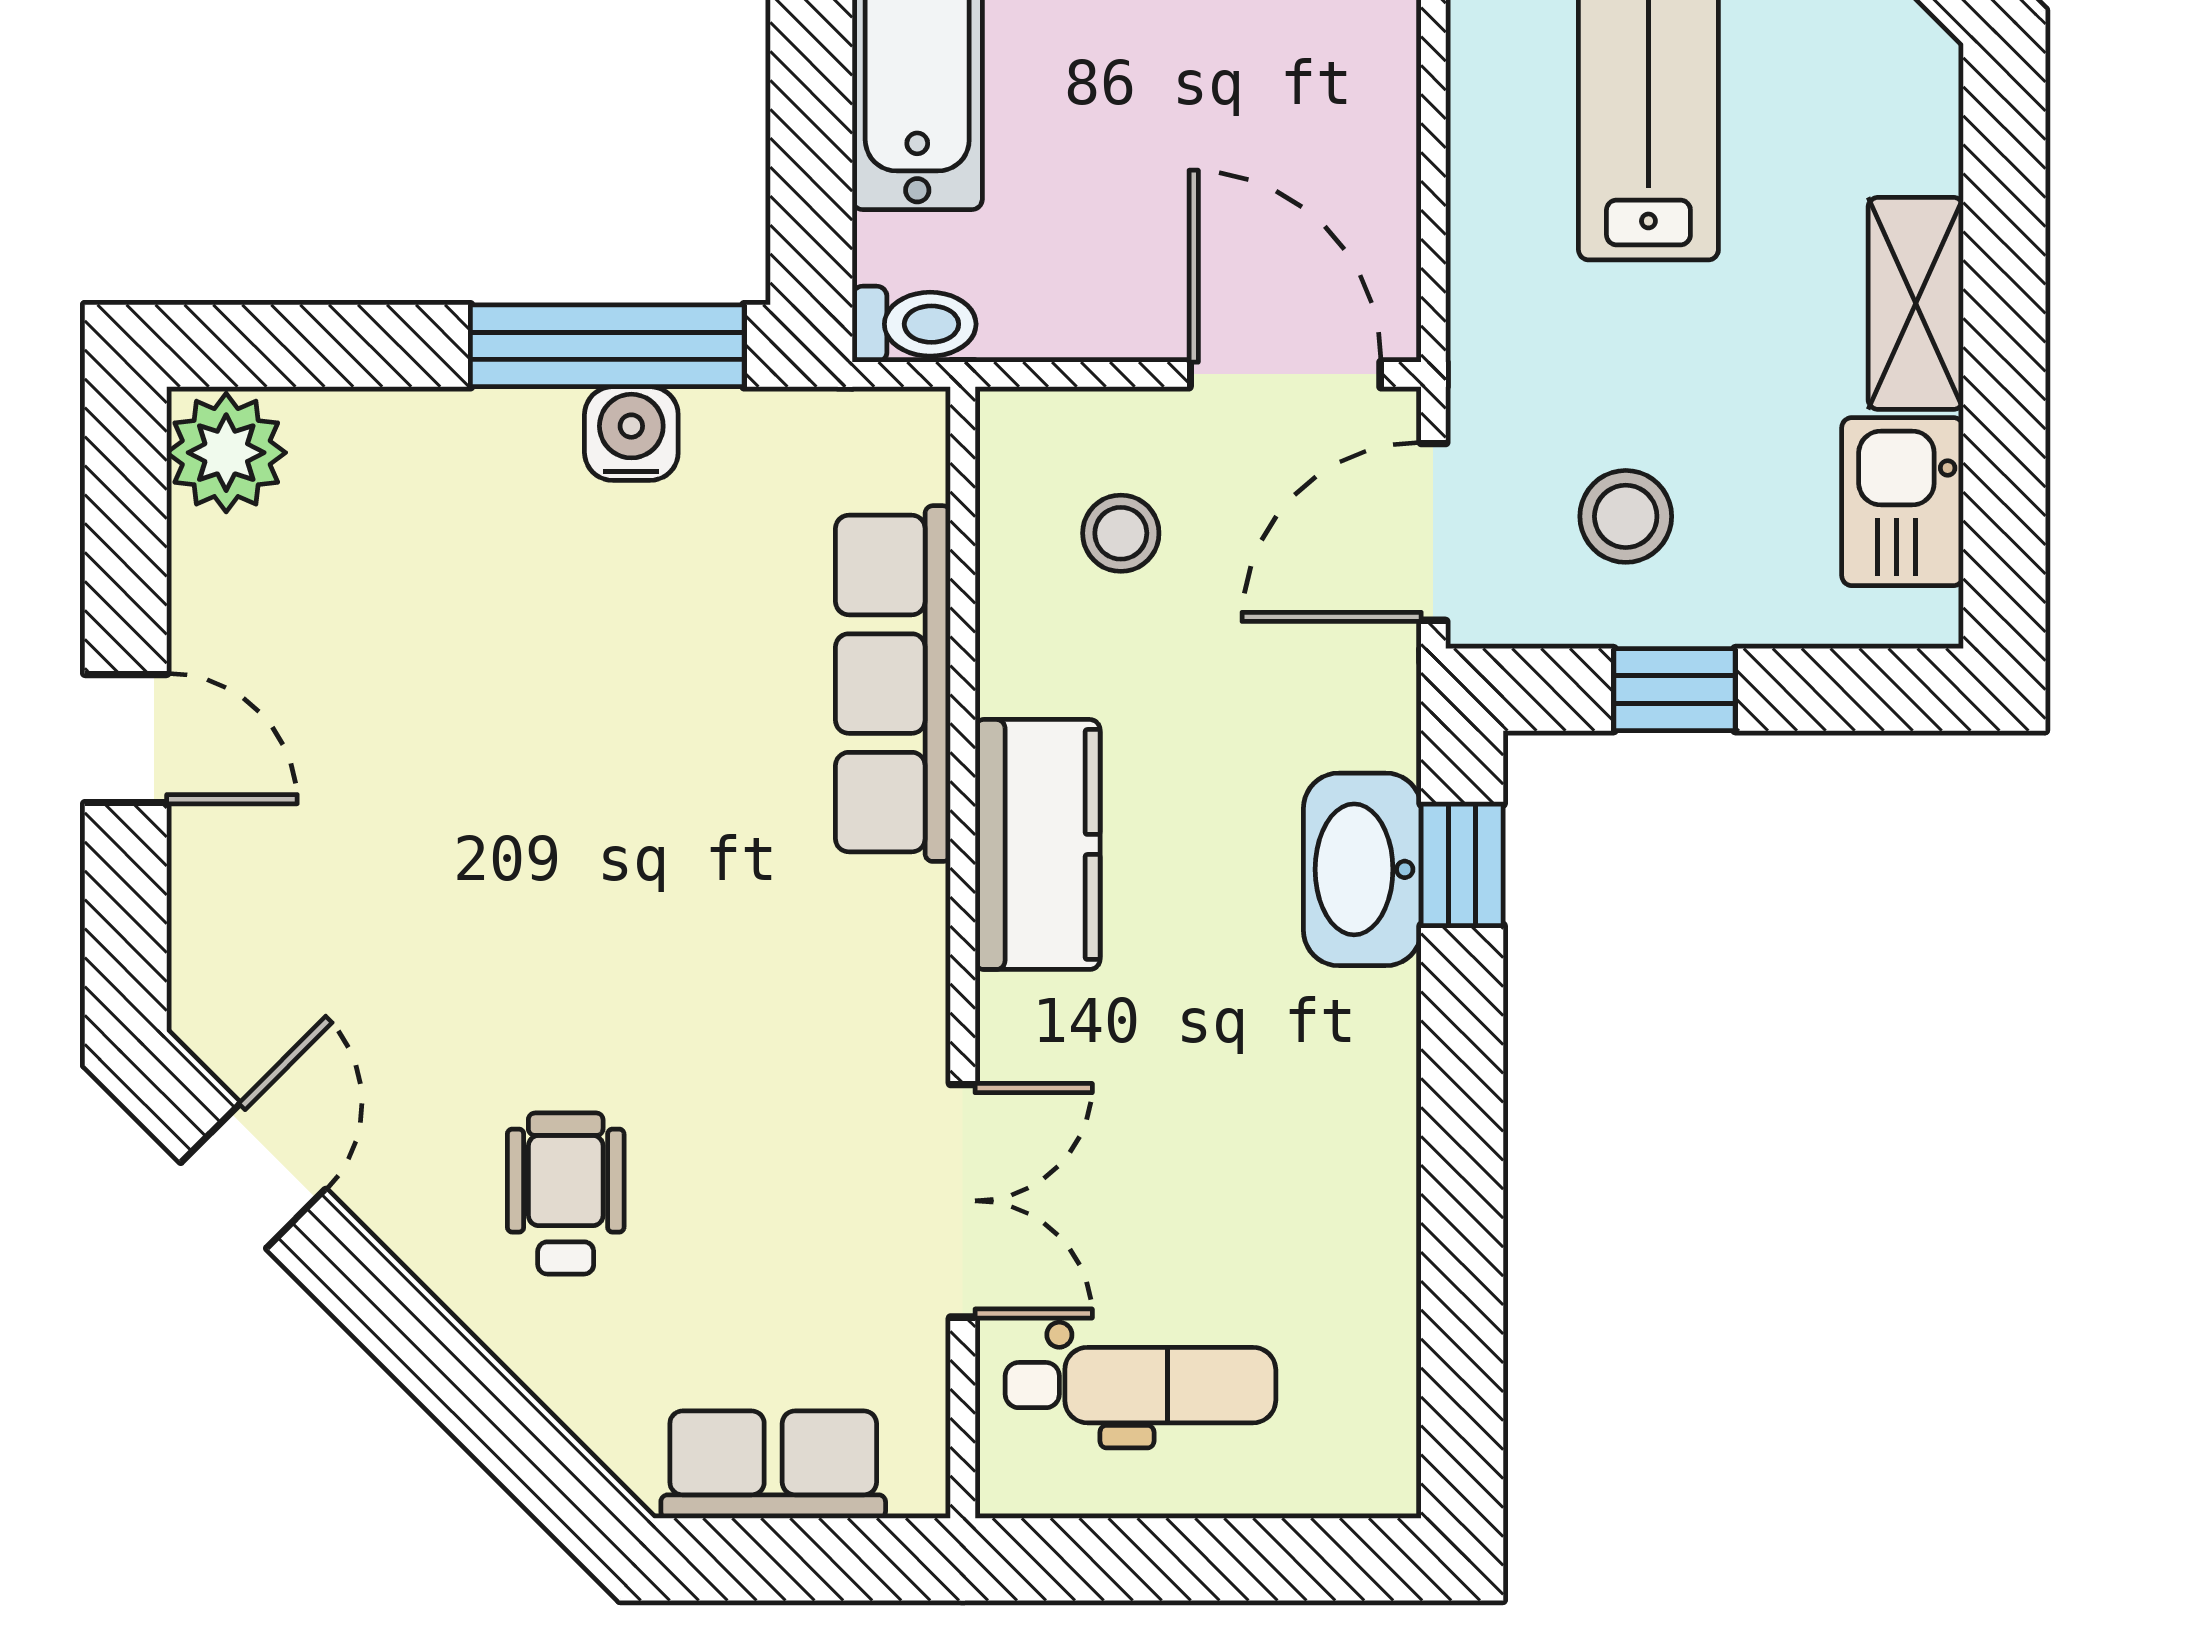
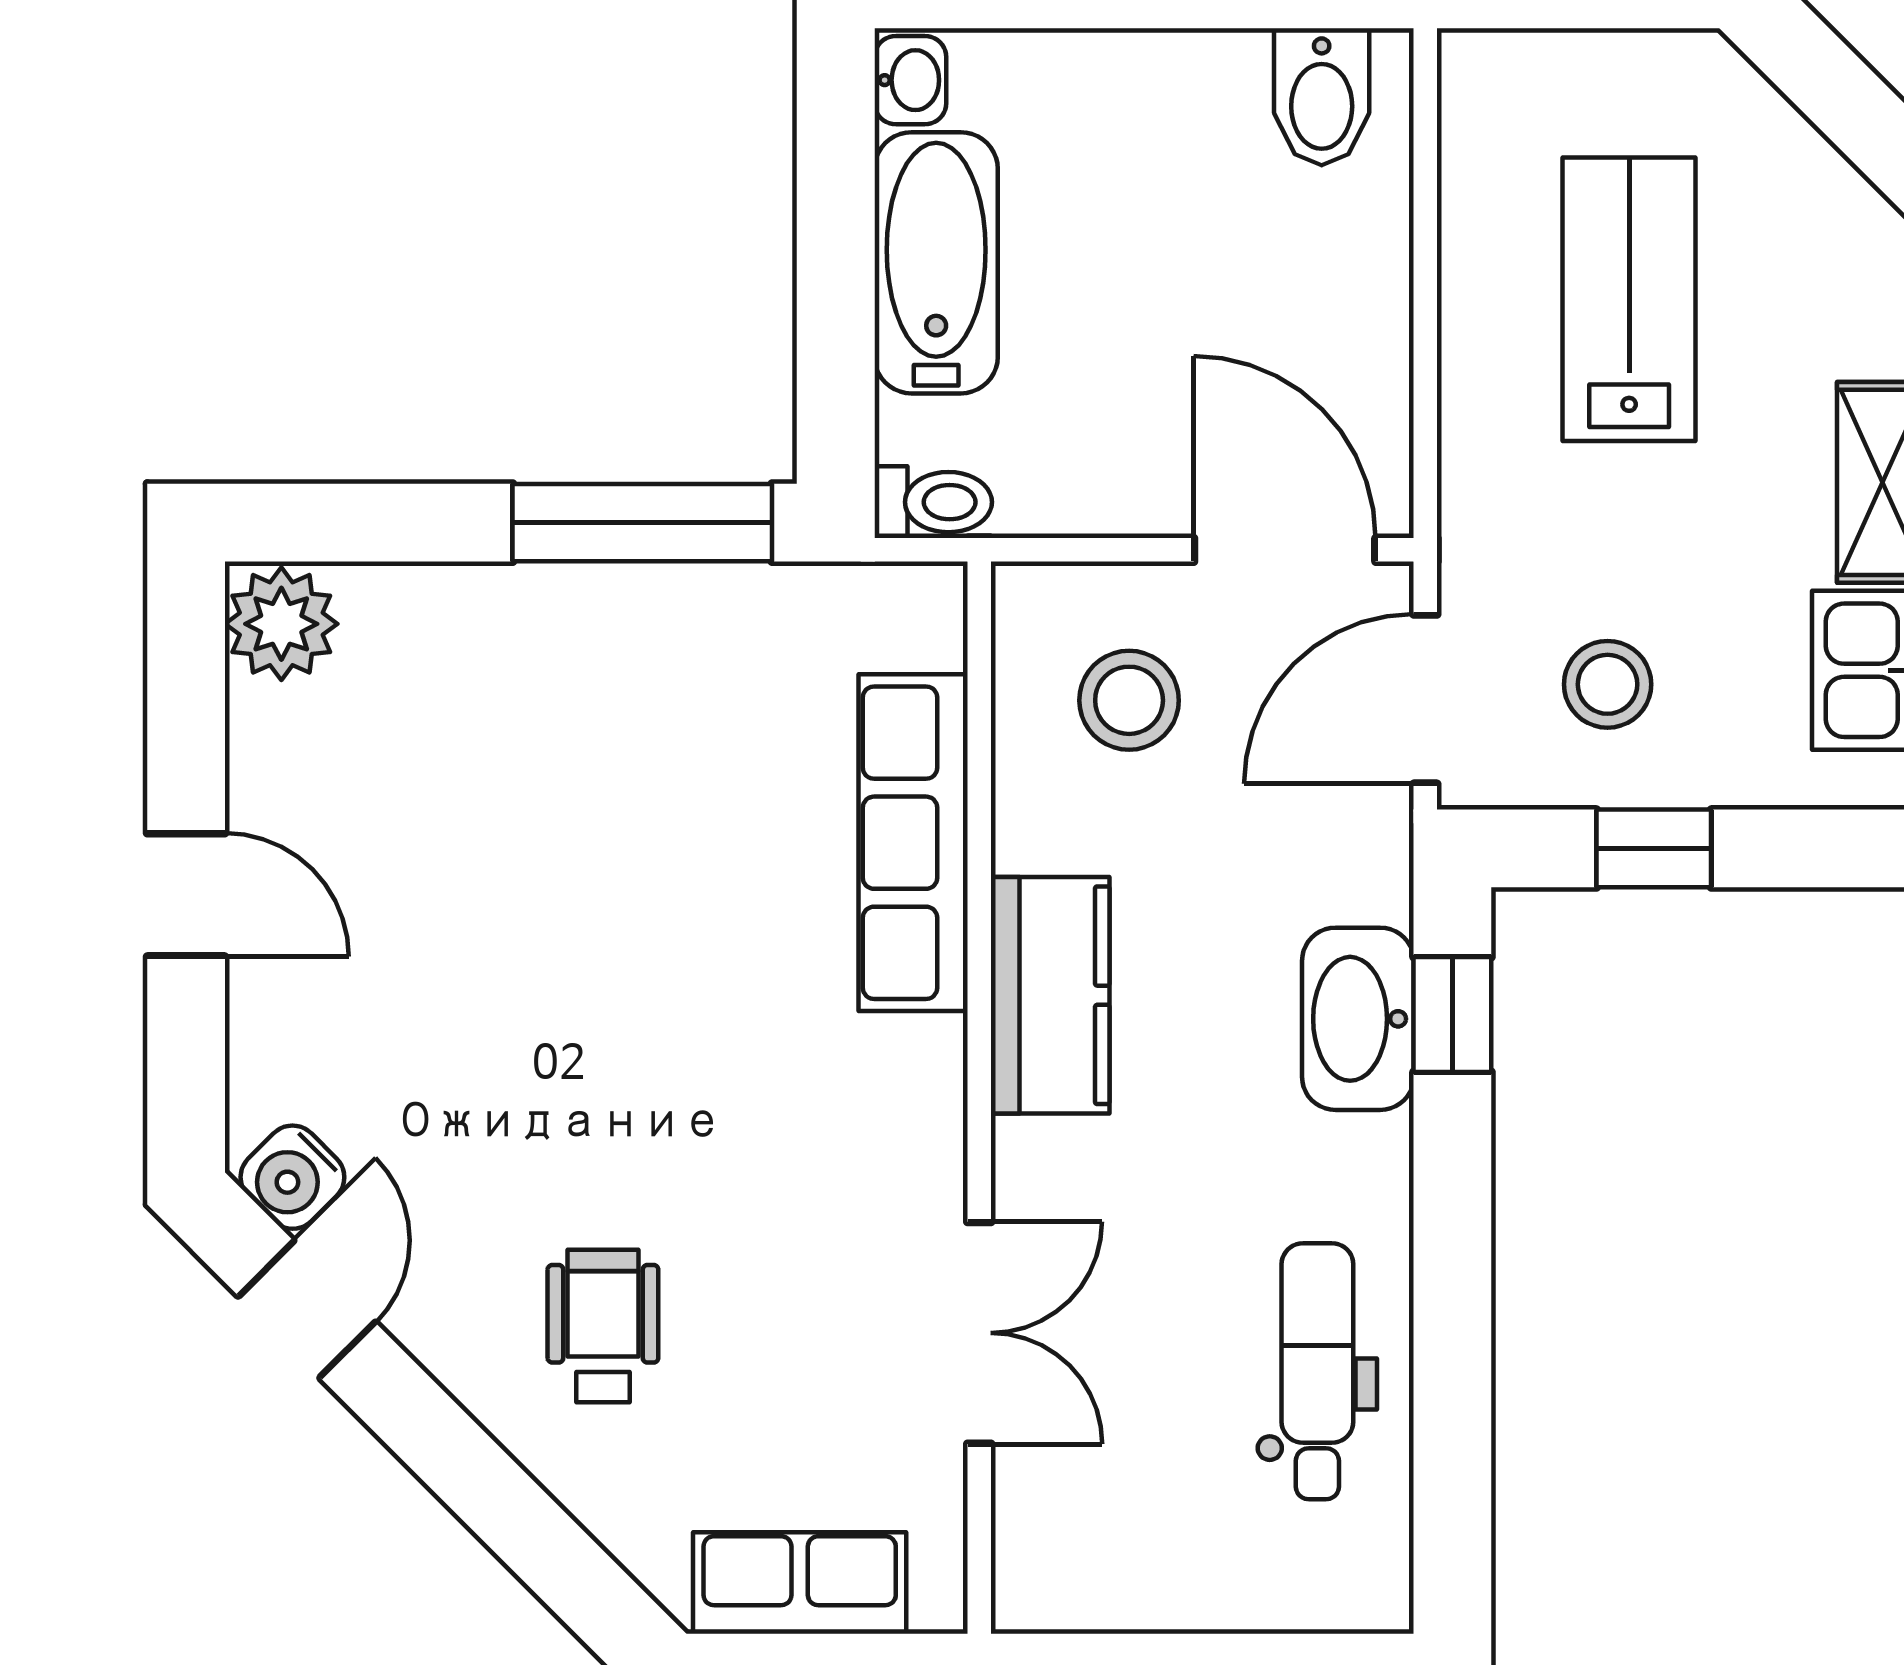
water cooler: (631, 434) -> (292, 1177), moved, turned -135
stool: (1121, 533) -> (1129, 700), width x1.37, depth x1.37
dental chair: (1140, 1385) -> (1317, 1371), moved, turned -90

